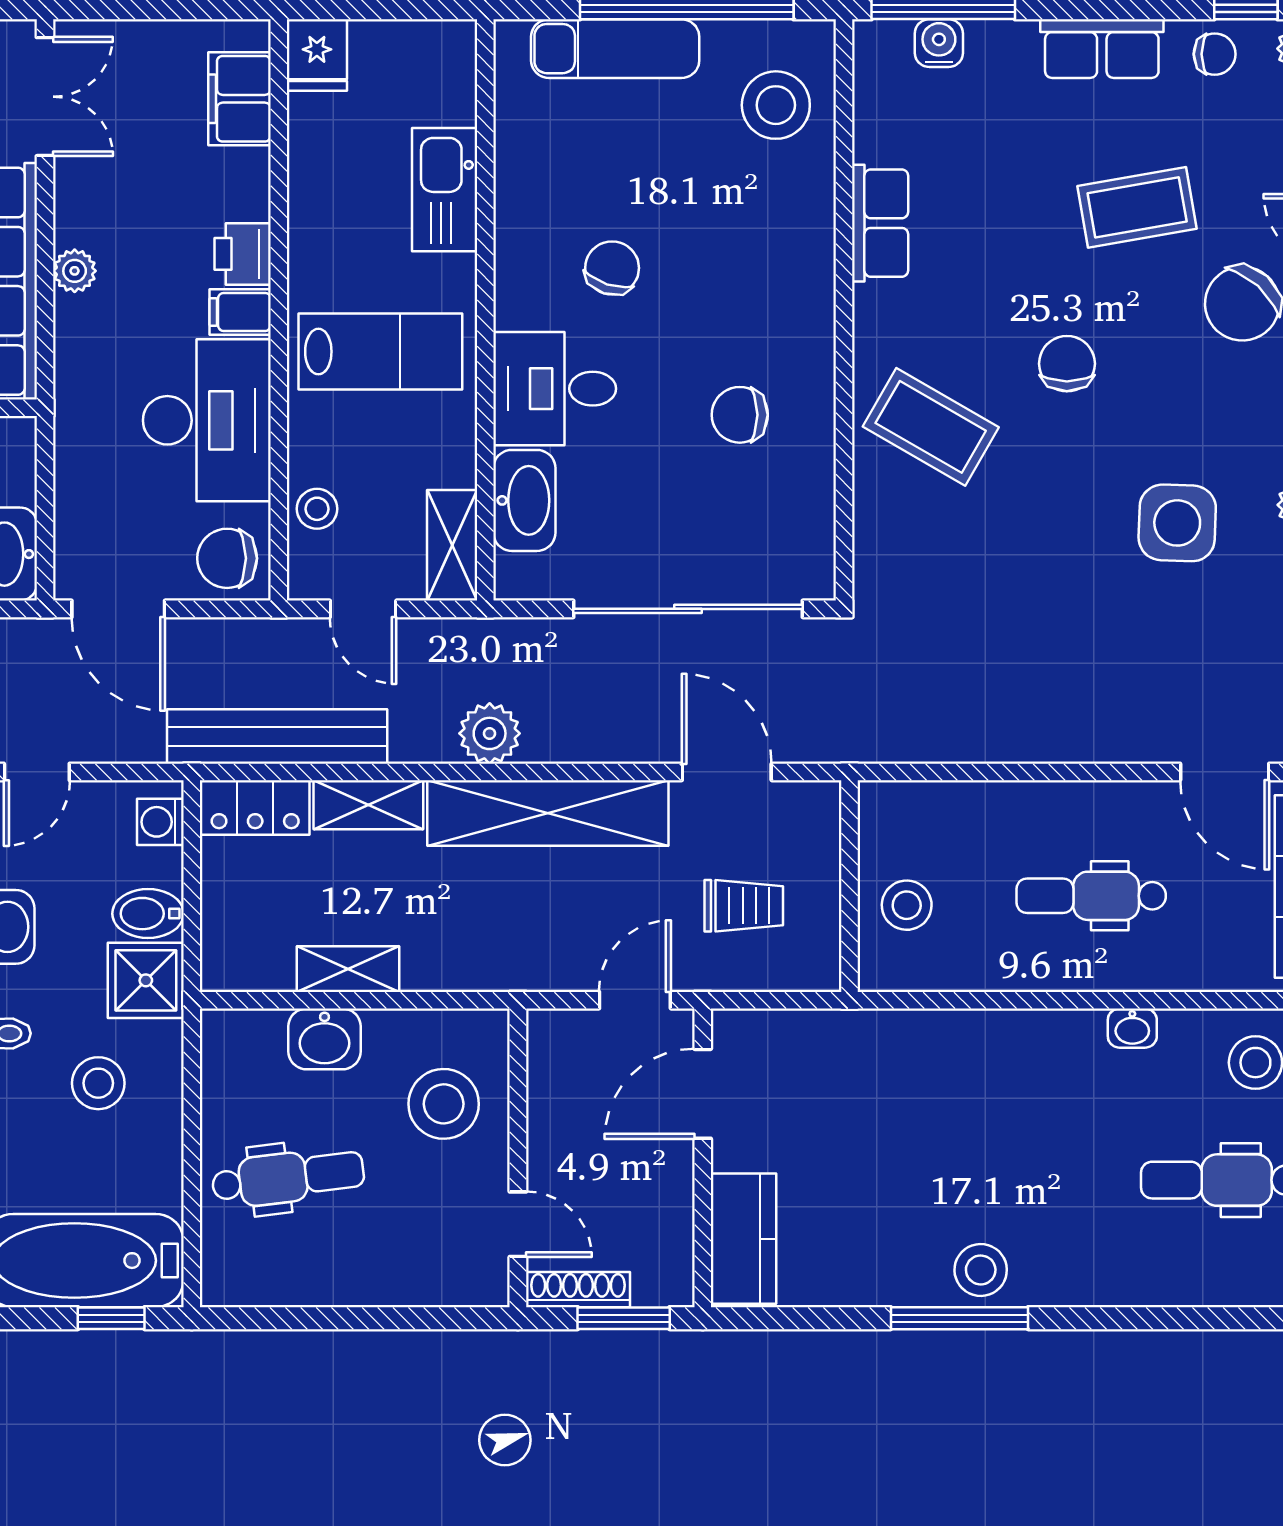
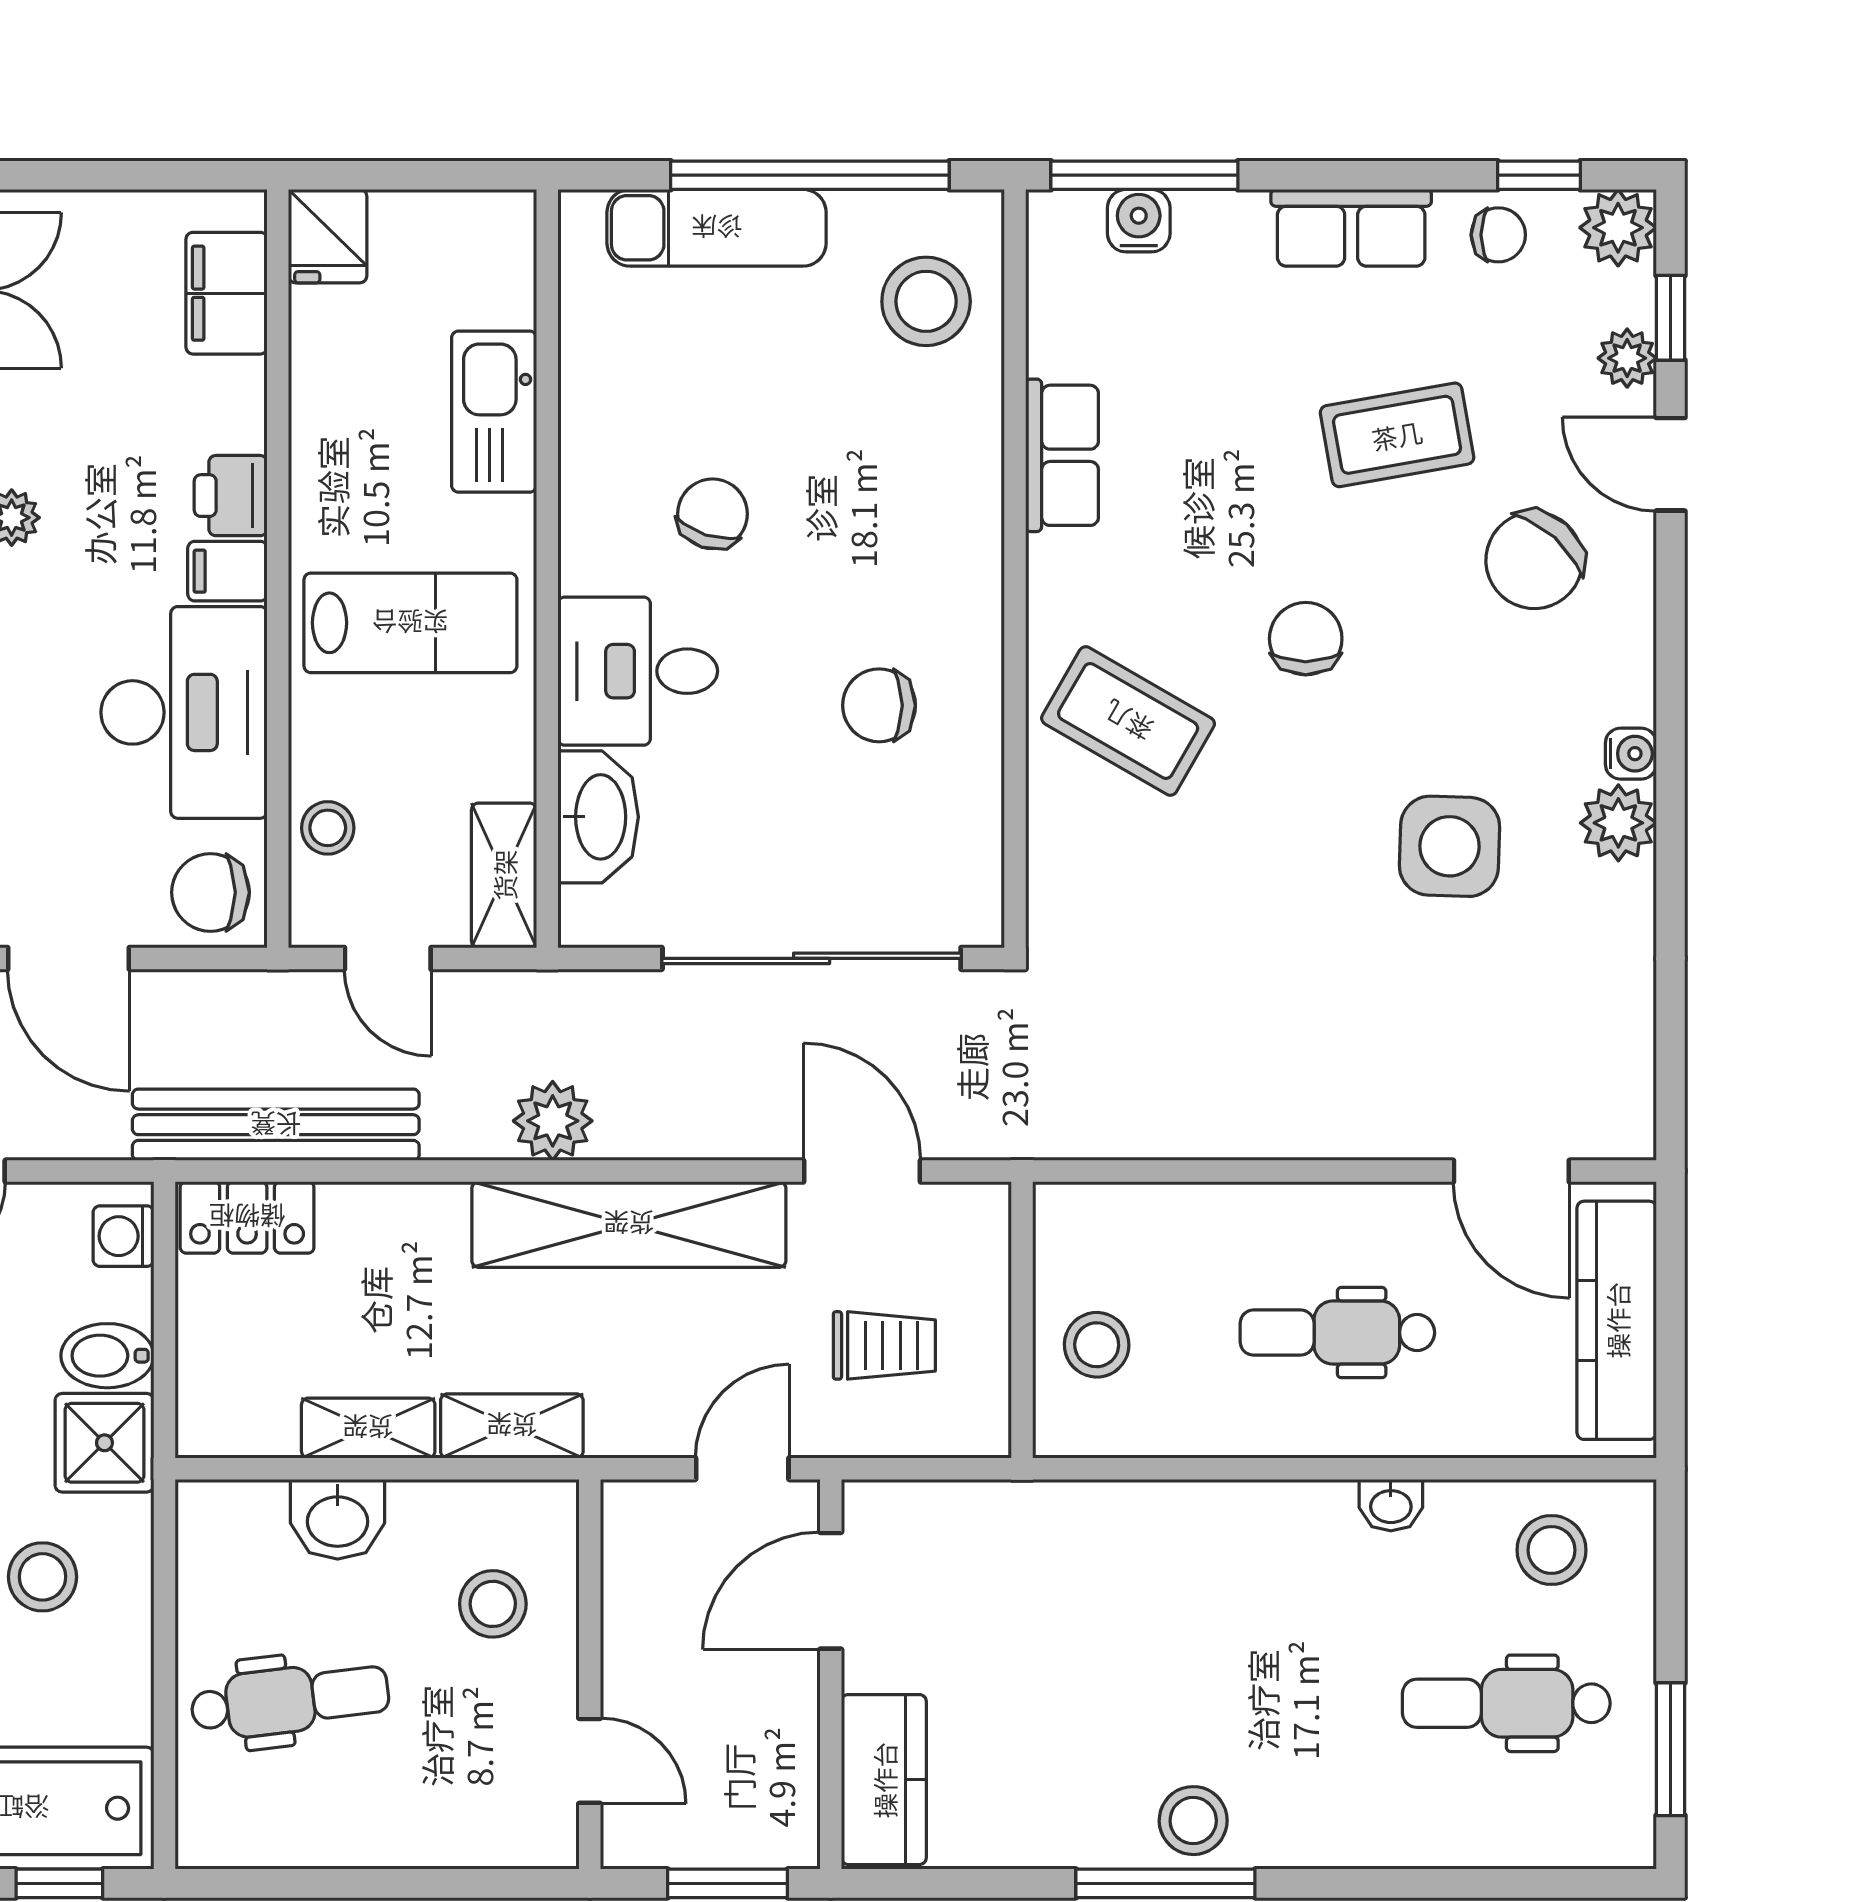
shelving: (368, 805) -> (512, 1426), moved
stool: (444, 1104) -> (493, 1604), width x0.73, depth x0.73
shoe rack: (578, 1290) -> (668, 1846), removed

